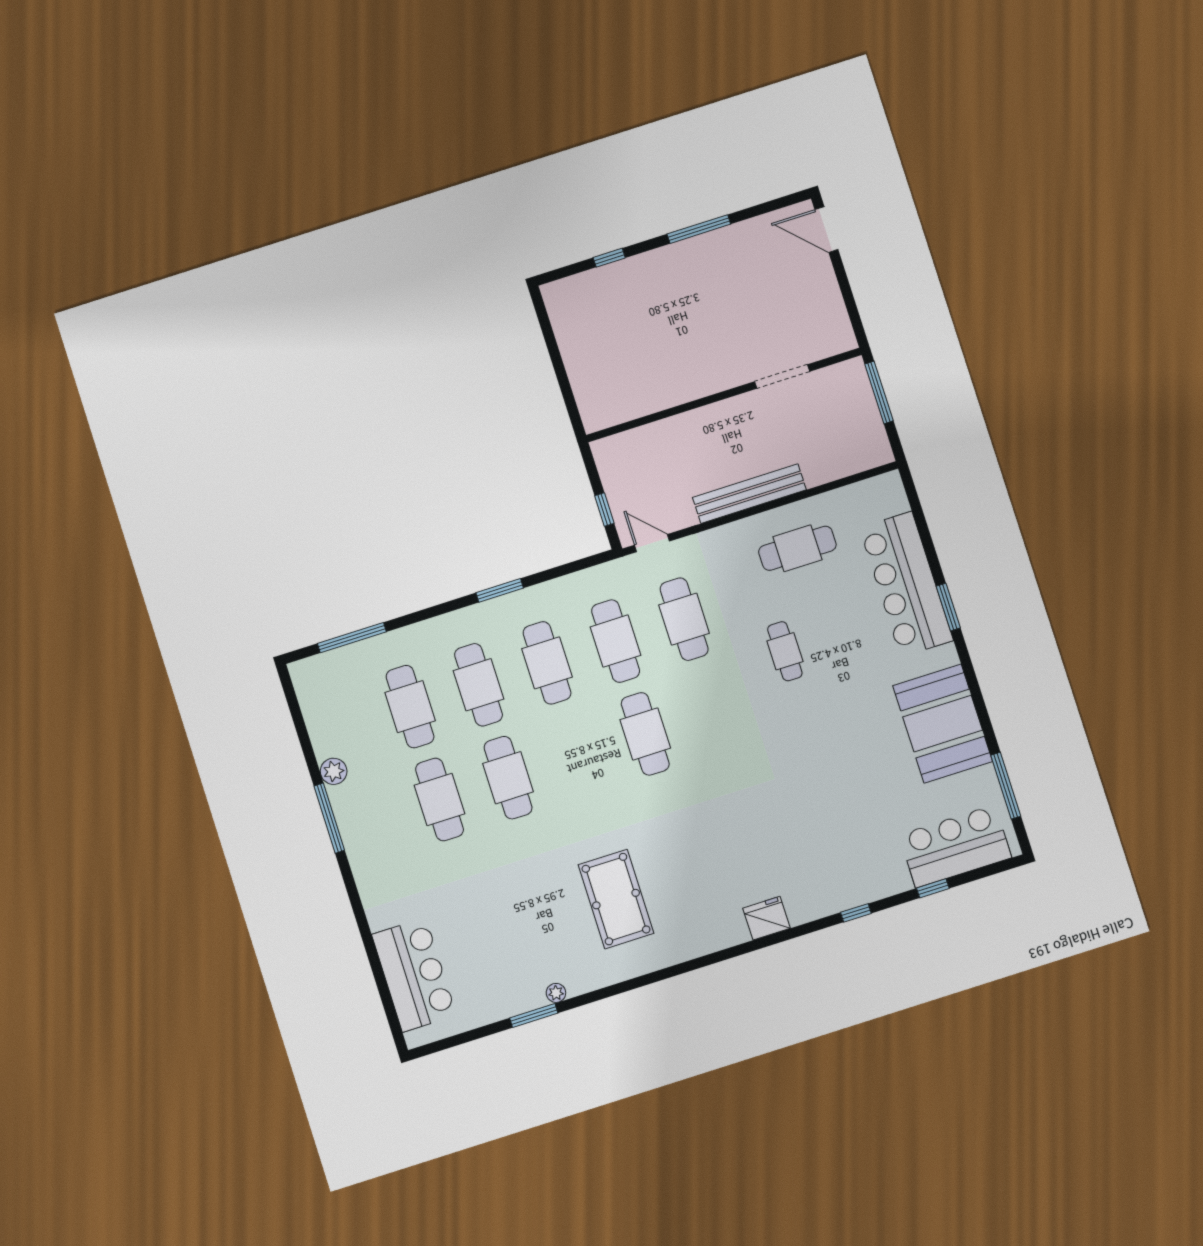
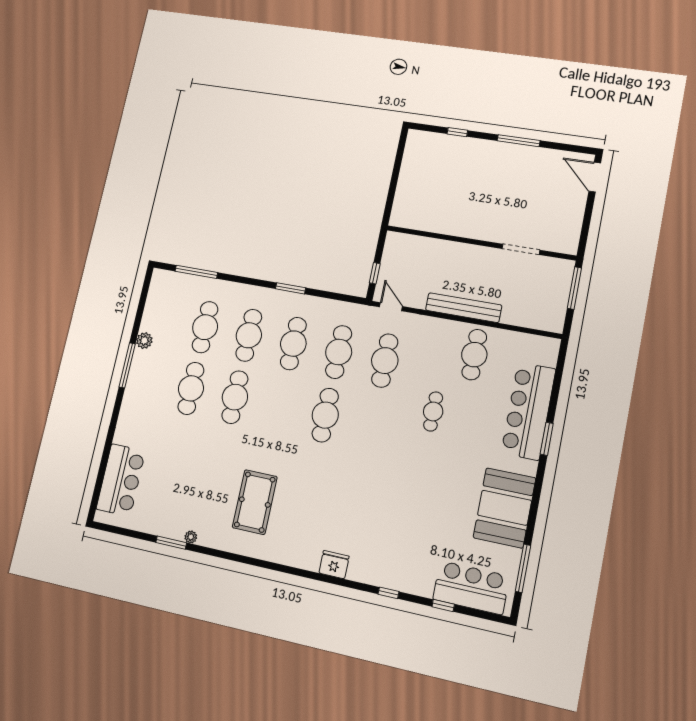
cafe table: (797, 548) -> (474, 355), turned 90

